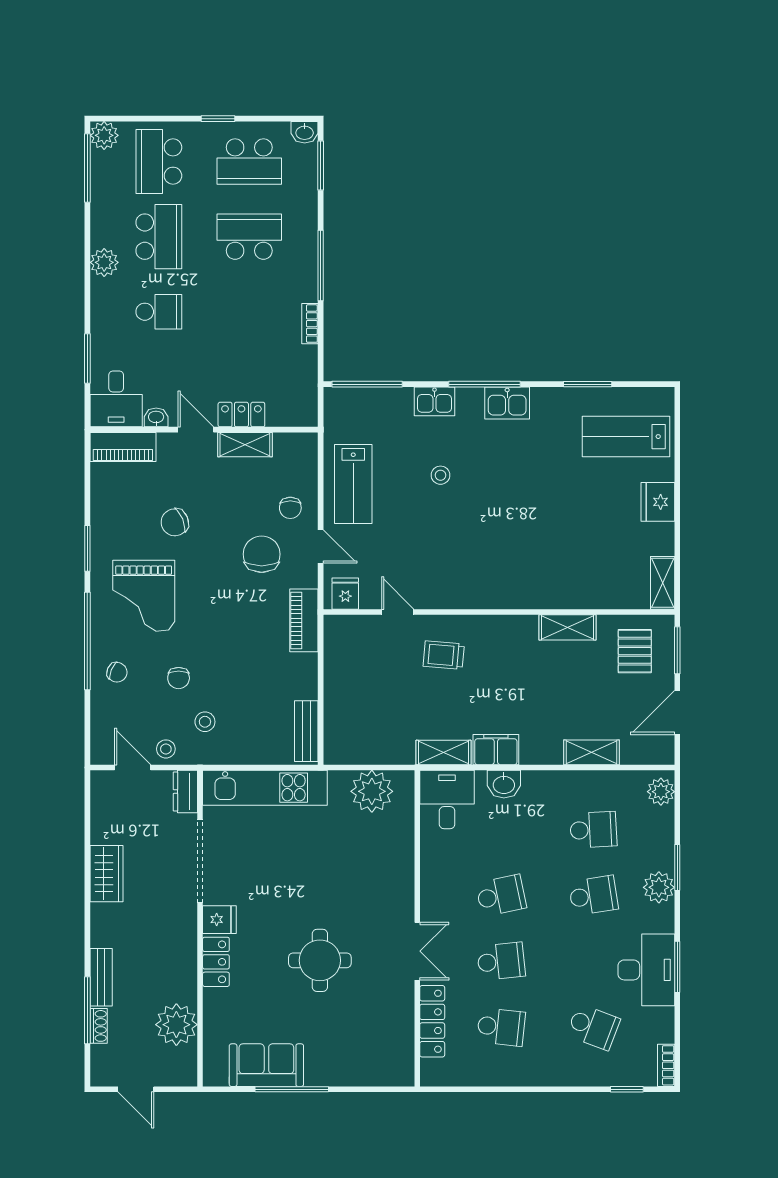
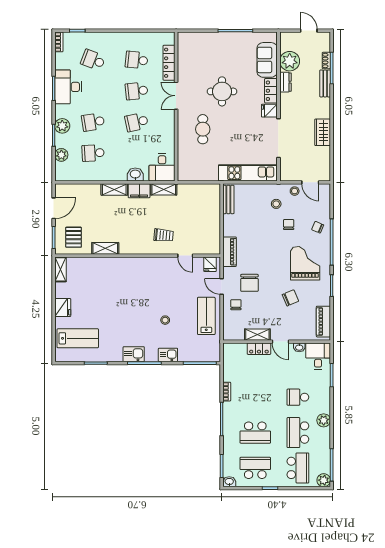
piano: (123, 447) -> (323, 322), moved, turned -90
shelving: (592, 752) -> (114, 189), moved
plant: (372, 791) -> (197, 171), removed
dresser: (185, 792) -> (285, 82), moved
plant: (661, 792) -> (61, 155), moved
cafe table: (361, 880) -> (203, 129), added
sofa: (266, 1065) -> (267, 60), moved, turned 90

